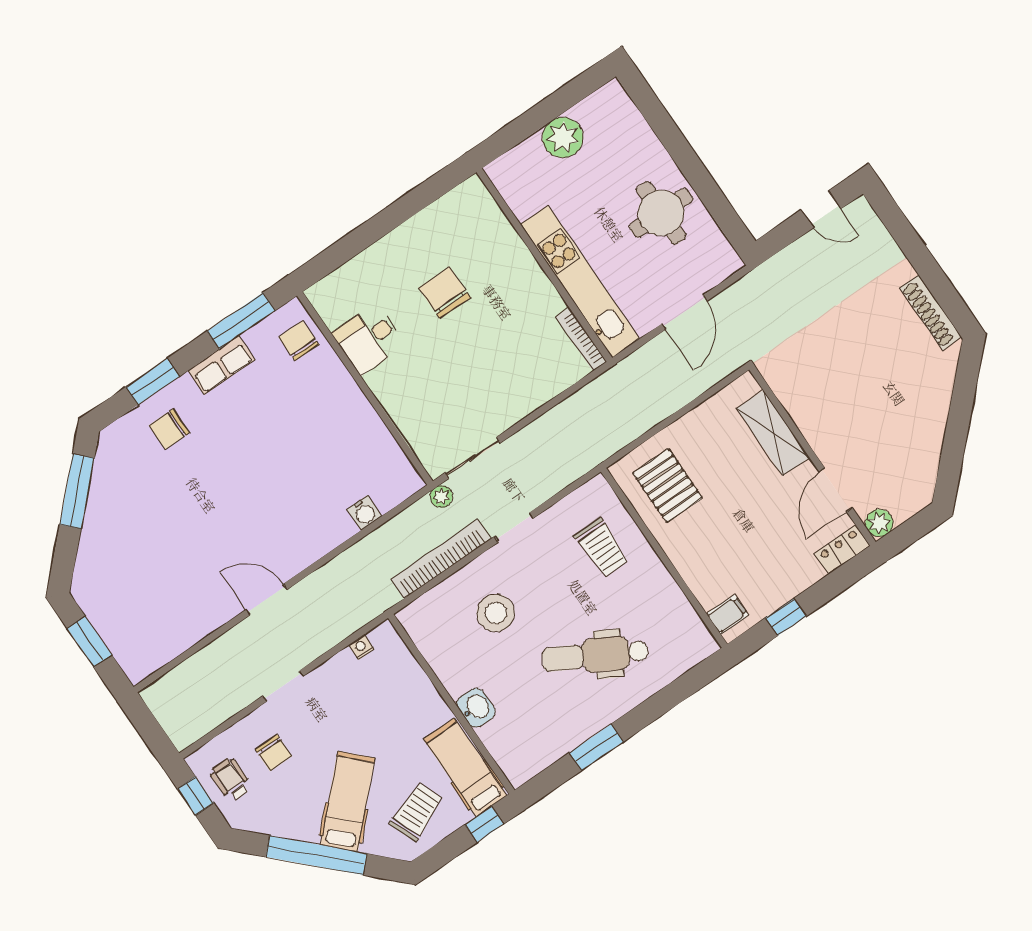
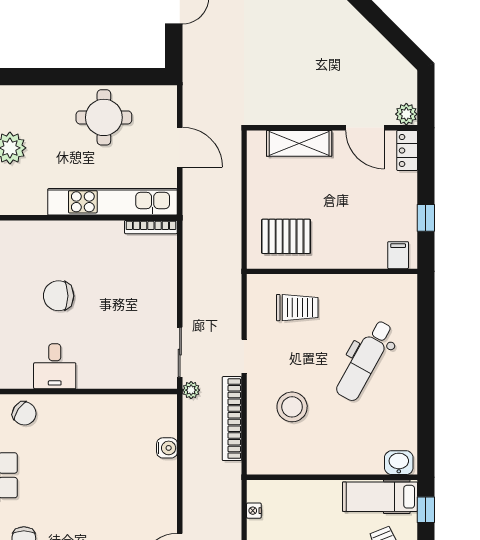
chair: (299, 341) -> (24, 413), turned -146
washbasin: (476, 708) -> (399, 463), moved
window: (596, 747) -> (426, 401), removed

